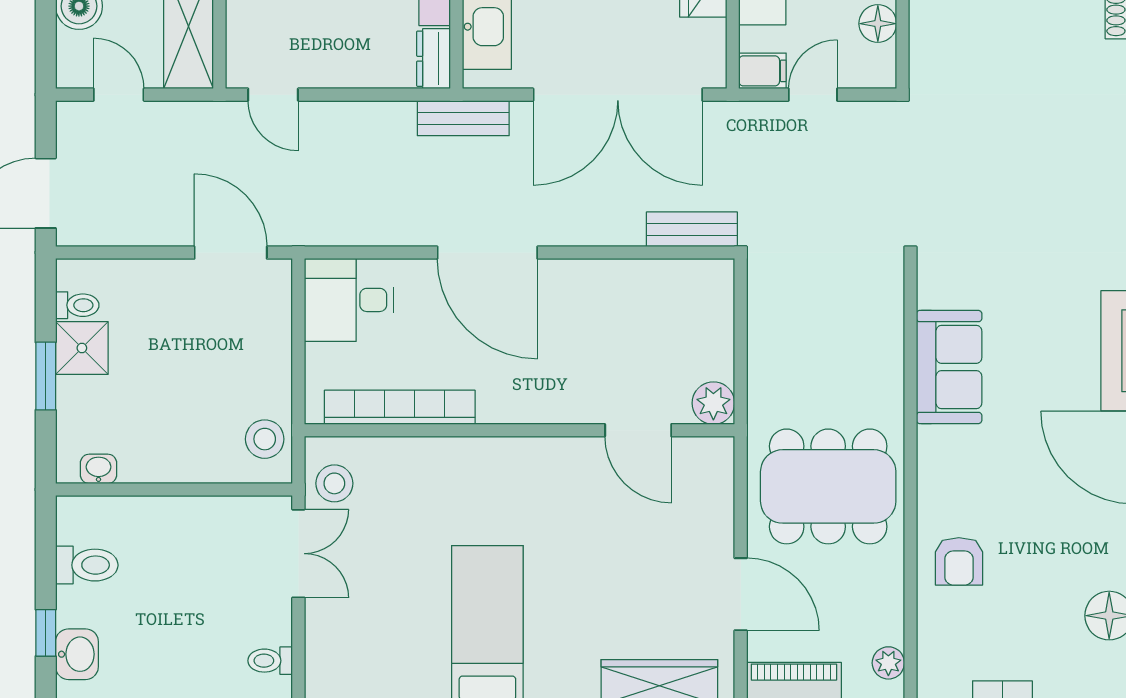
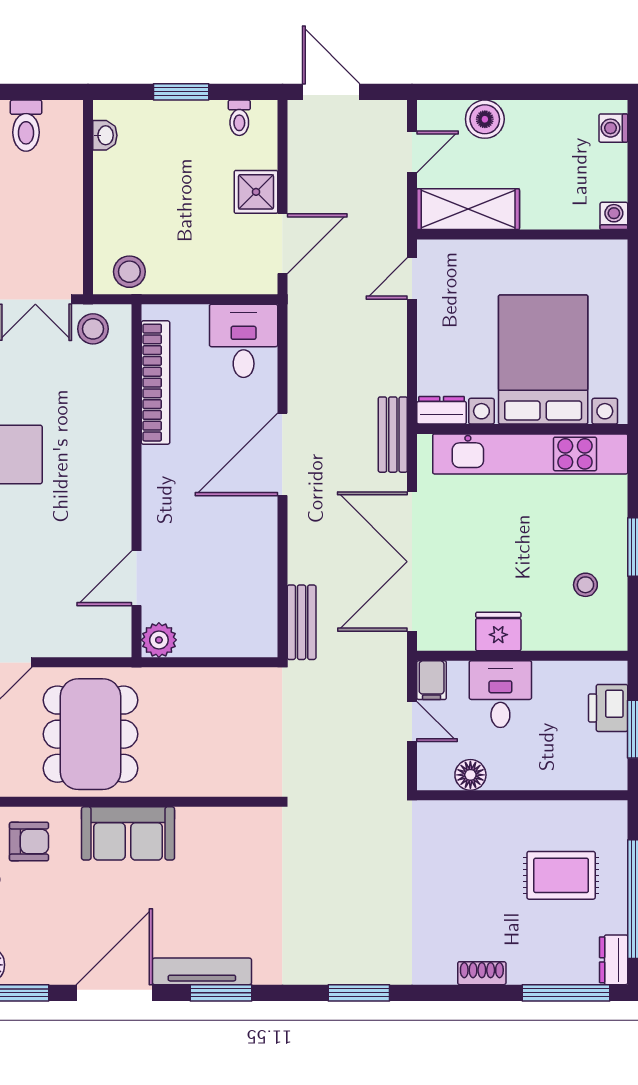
shower: (82, 348) -> (256, 192), moved
sofa: (949, 367) -> (128, 833), moved
armchair: (959, 561) -> (29, 842), turned 180

